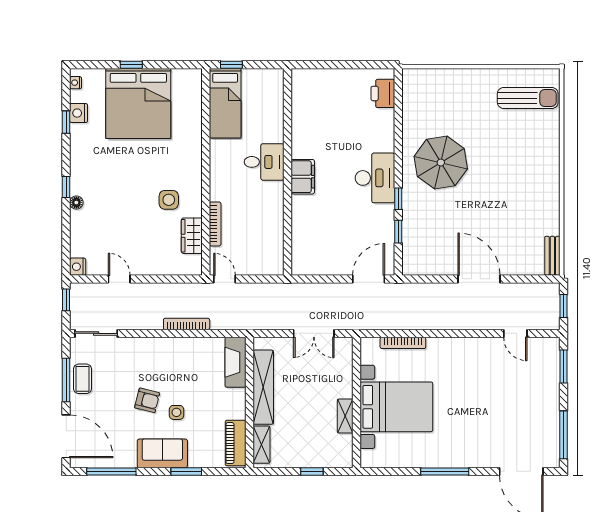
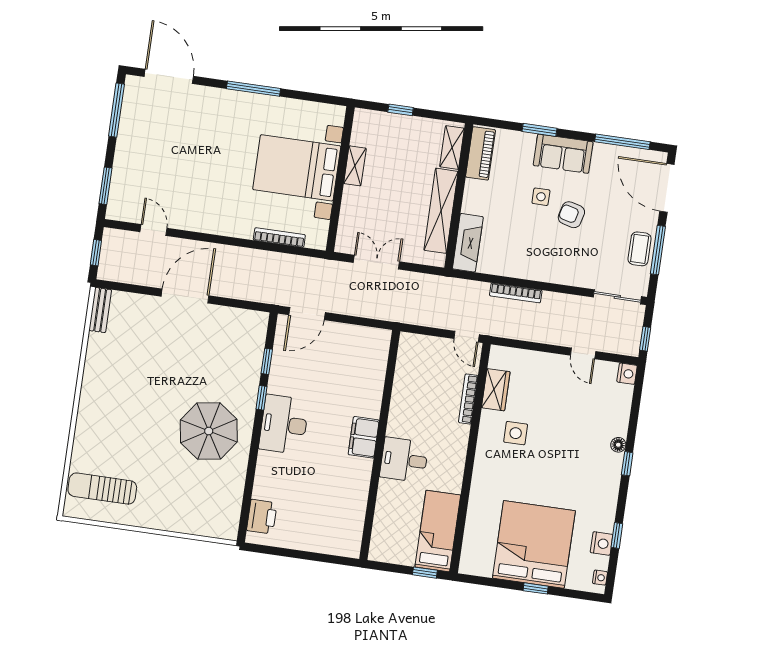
door: (479, 279) -> (185, 296), swing flipped

